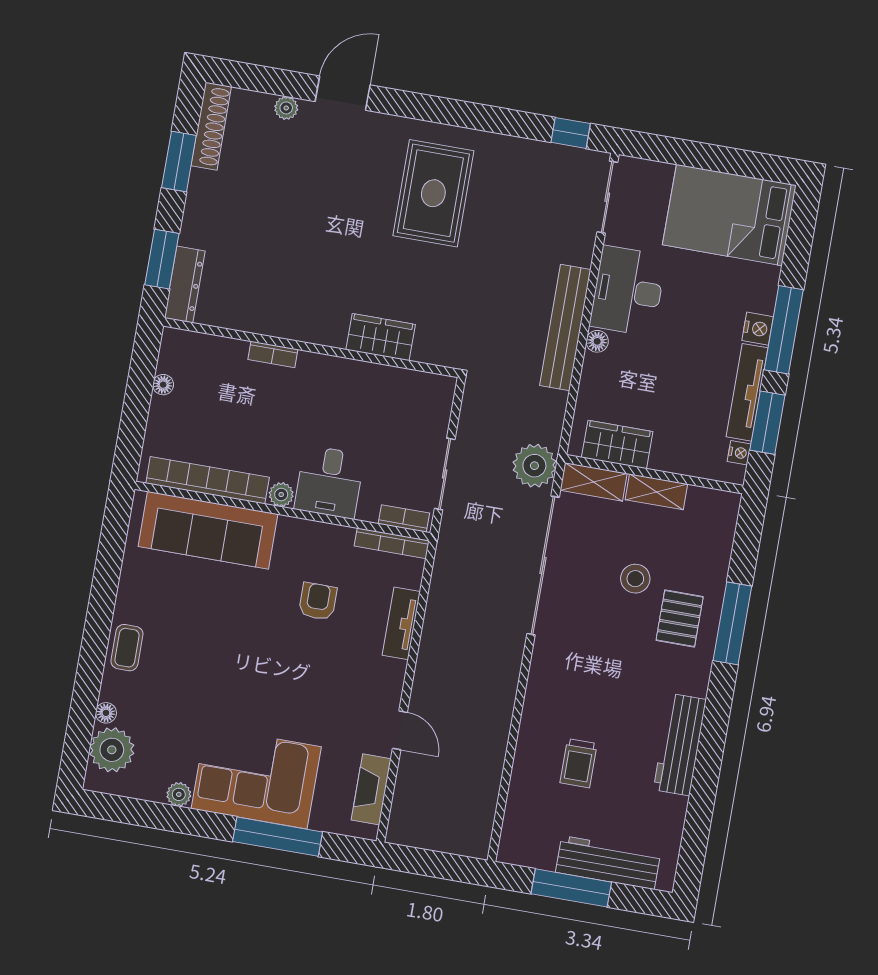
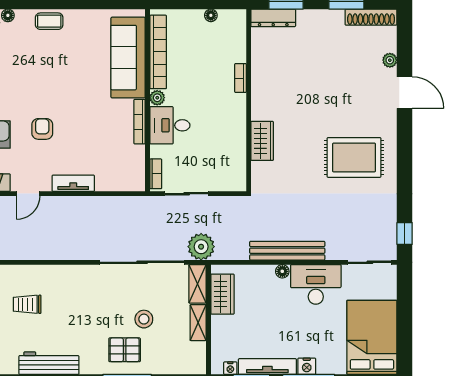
bookcase: (392, 543) -> (140, 122), moved
armchair: (318, 601) -> (42, 129), moved, turned -90
tv unit: (401, 623) -> (73, 183), moved

